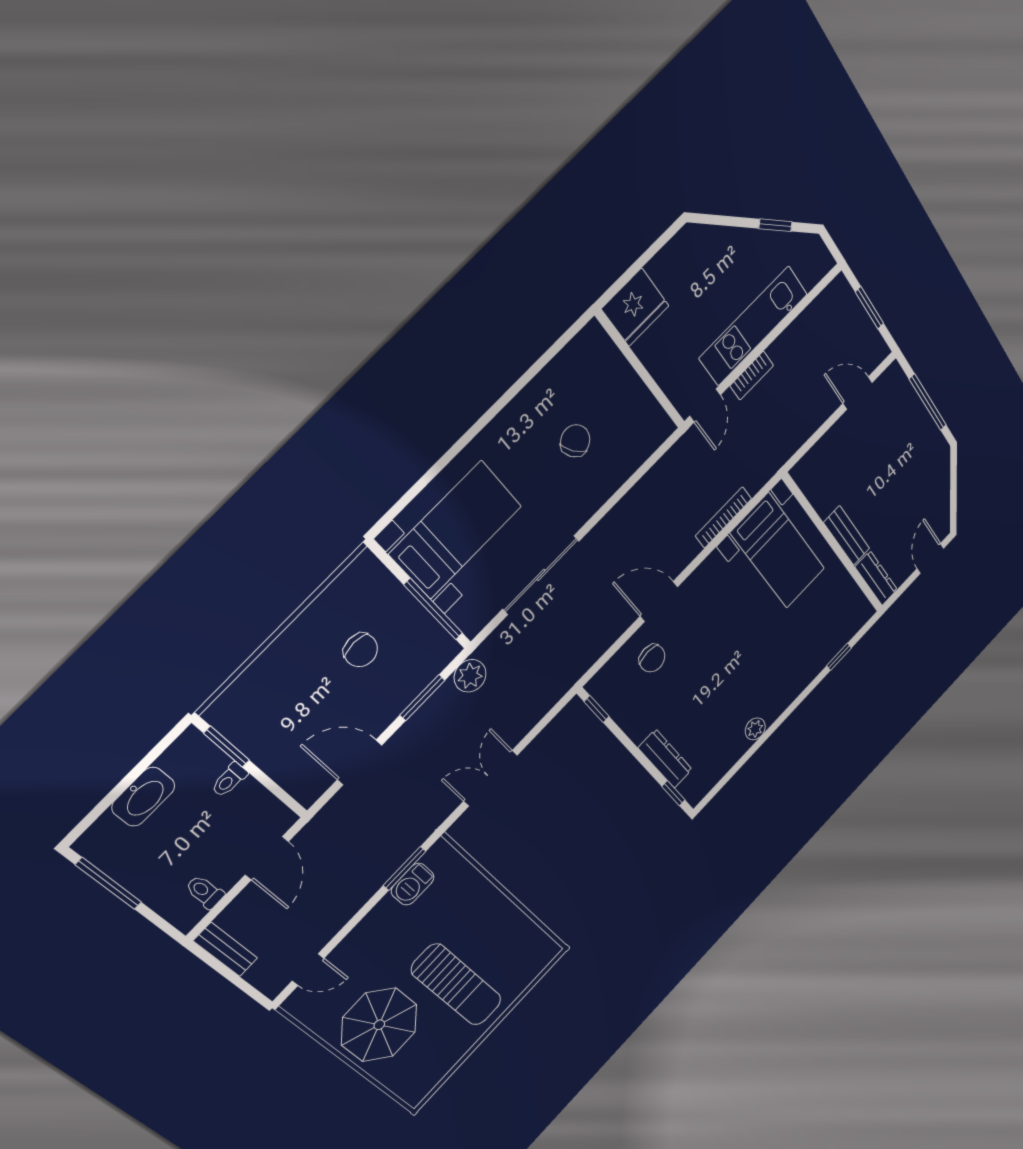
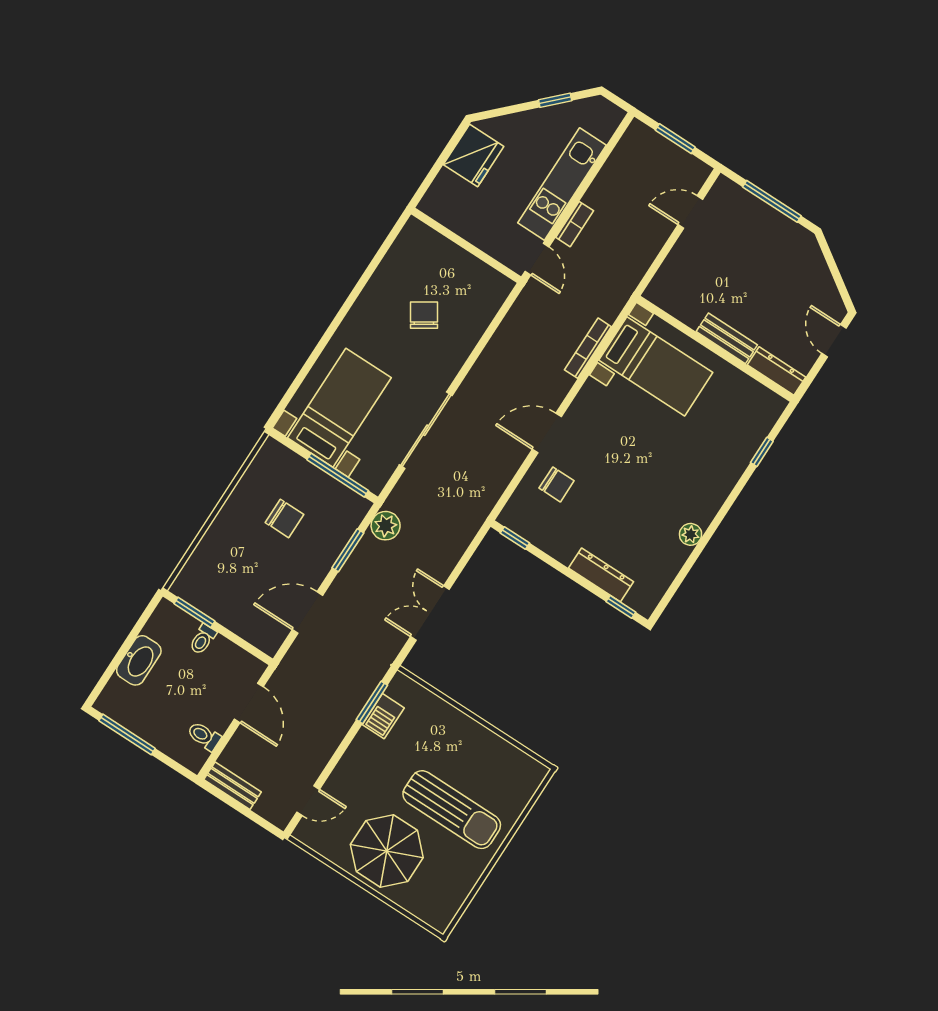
fridge: (635, 307) -> (474, 156), moved

